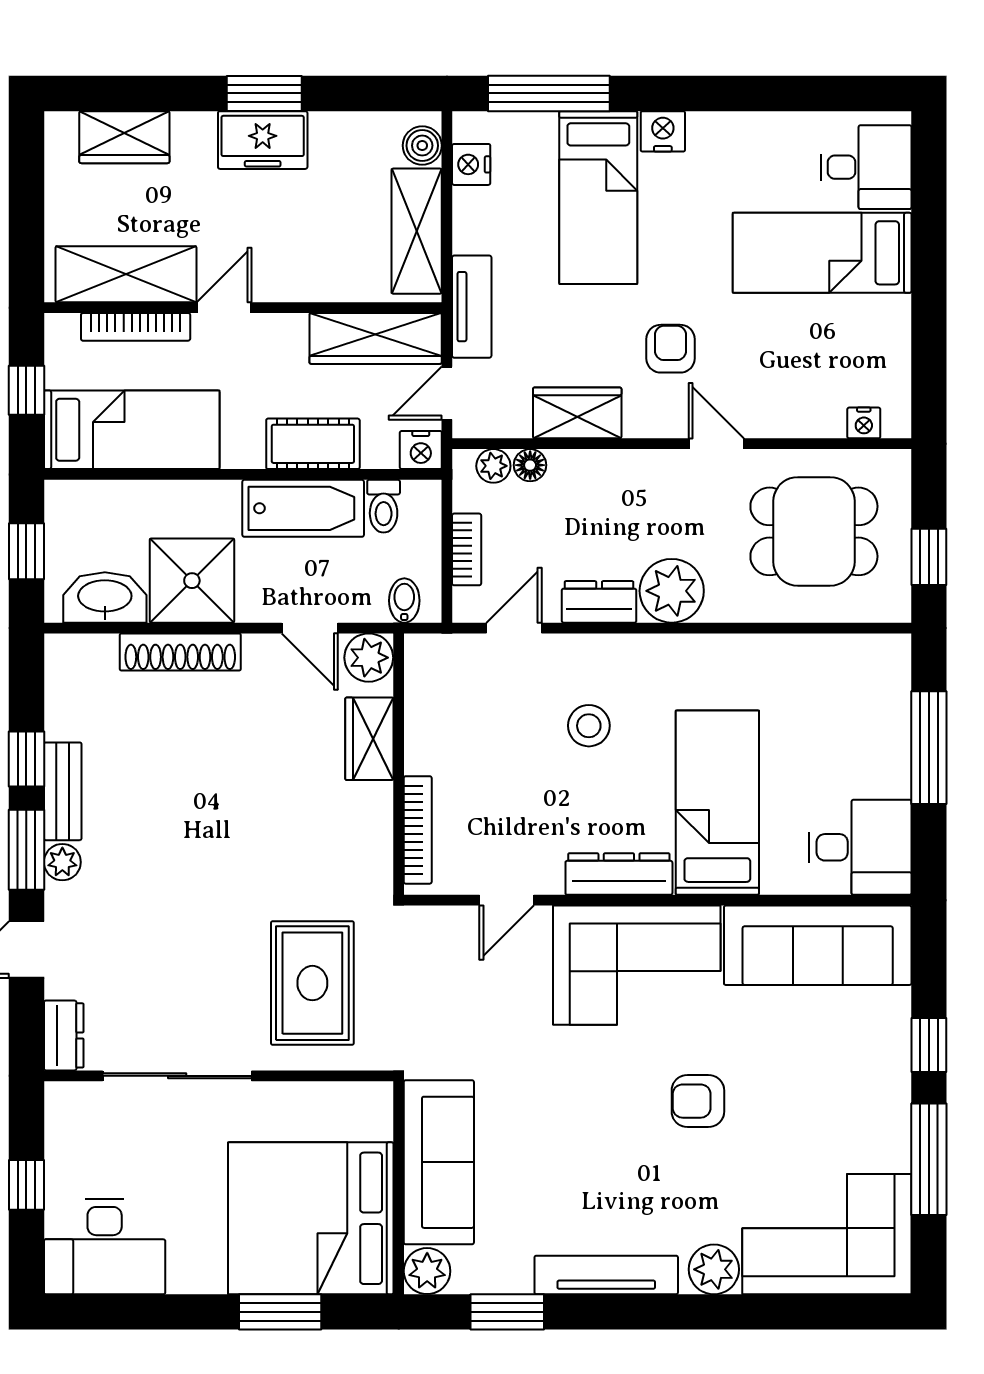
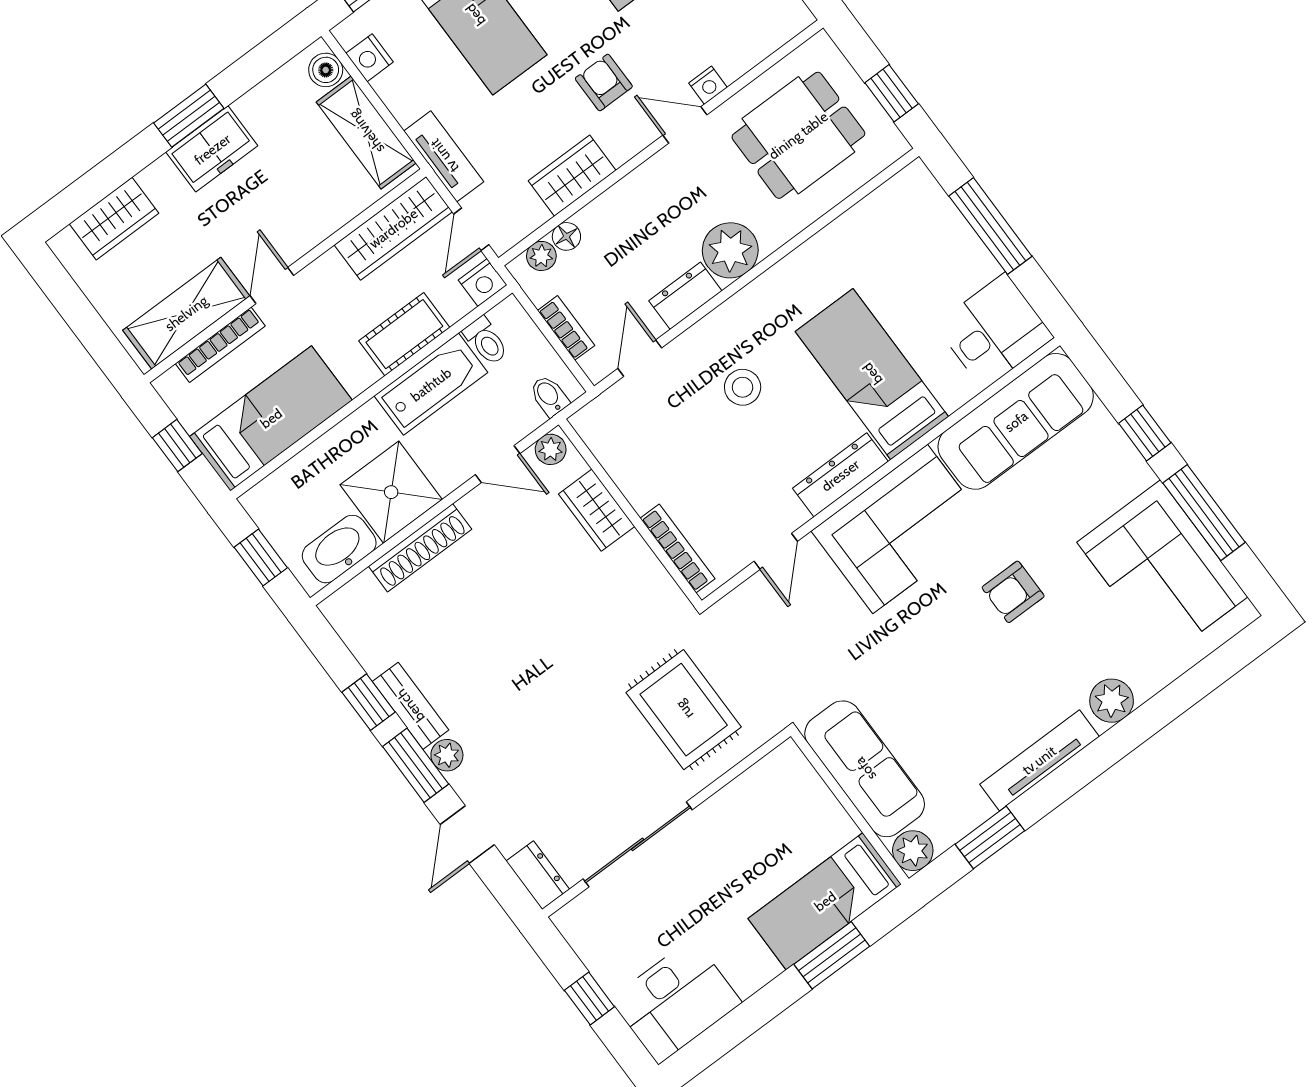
nightstand: (864, 423) -> (708, 85), moved
plant: (369, 658) -> (551, 449), width x0.73, depth x0.73
bed: (311, 1218) -> (825, 901), width x0.49
corner sofa: (827, 1234) -> (1162, 570), moved, turned -90

